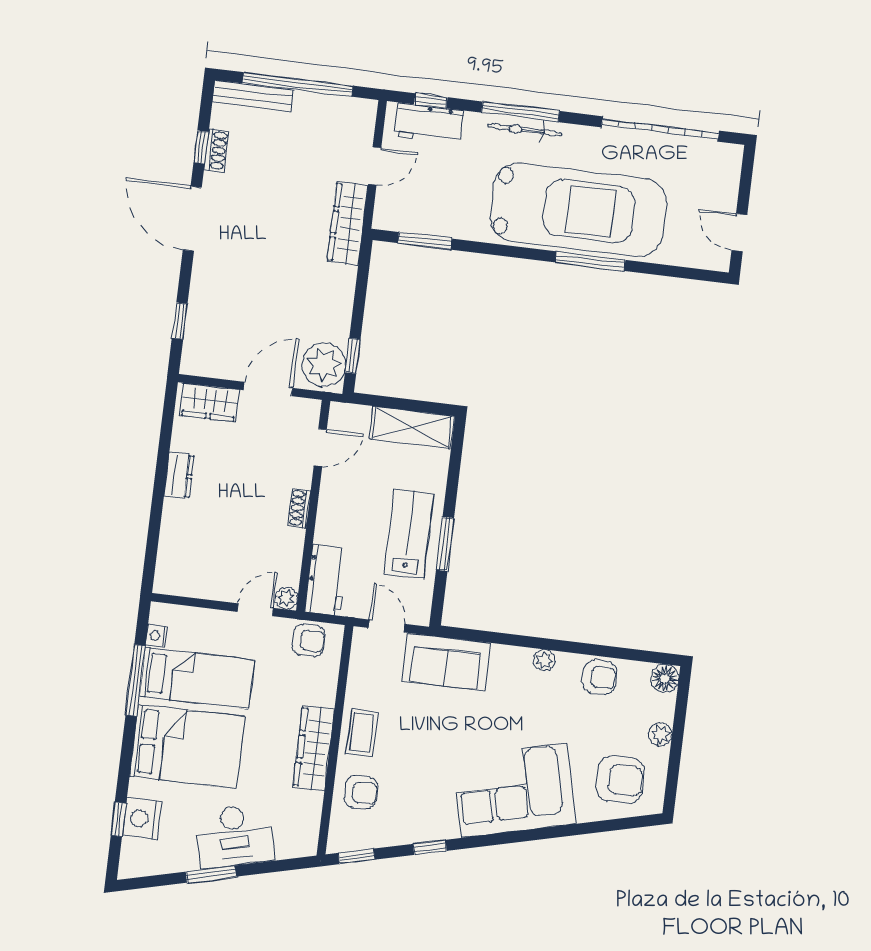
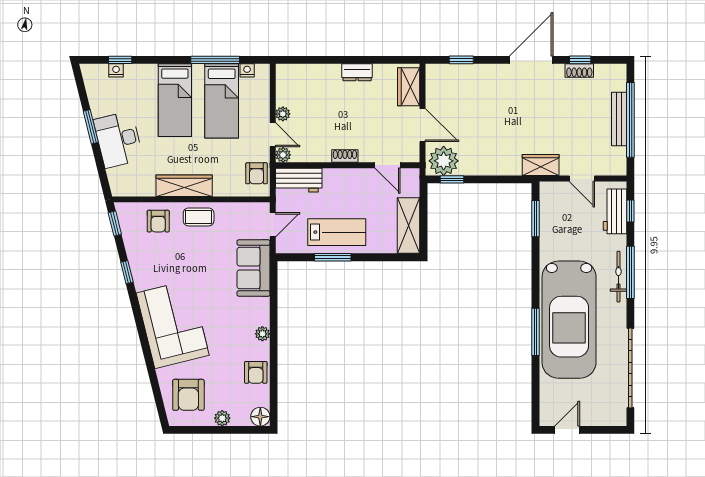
bench: (253, 96) -> (619, 119), moved
wardrobe: (348, 224) -> (541, 165), width x0.67
plant: (226, 591) -> (283, 114), added
bed: (187, 746) -> (175, 100), width x0.67
nightstand: (142, 819) -> (116, 70), width x0.53, depth x0.56

